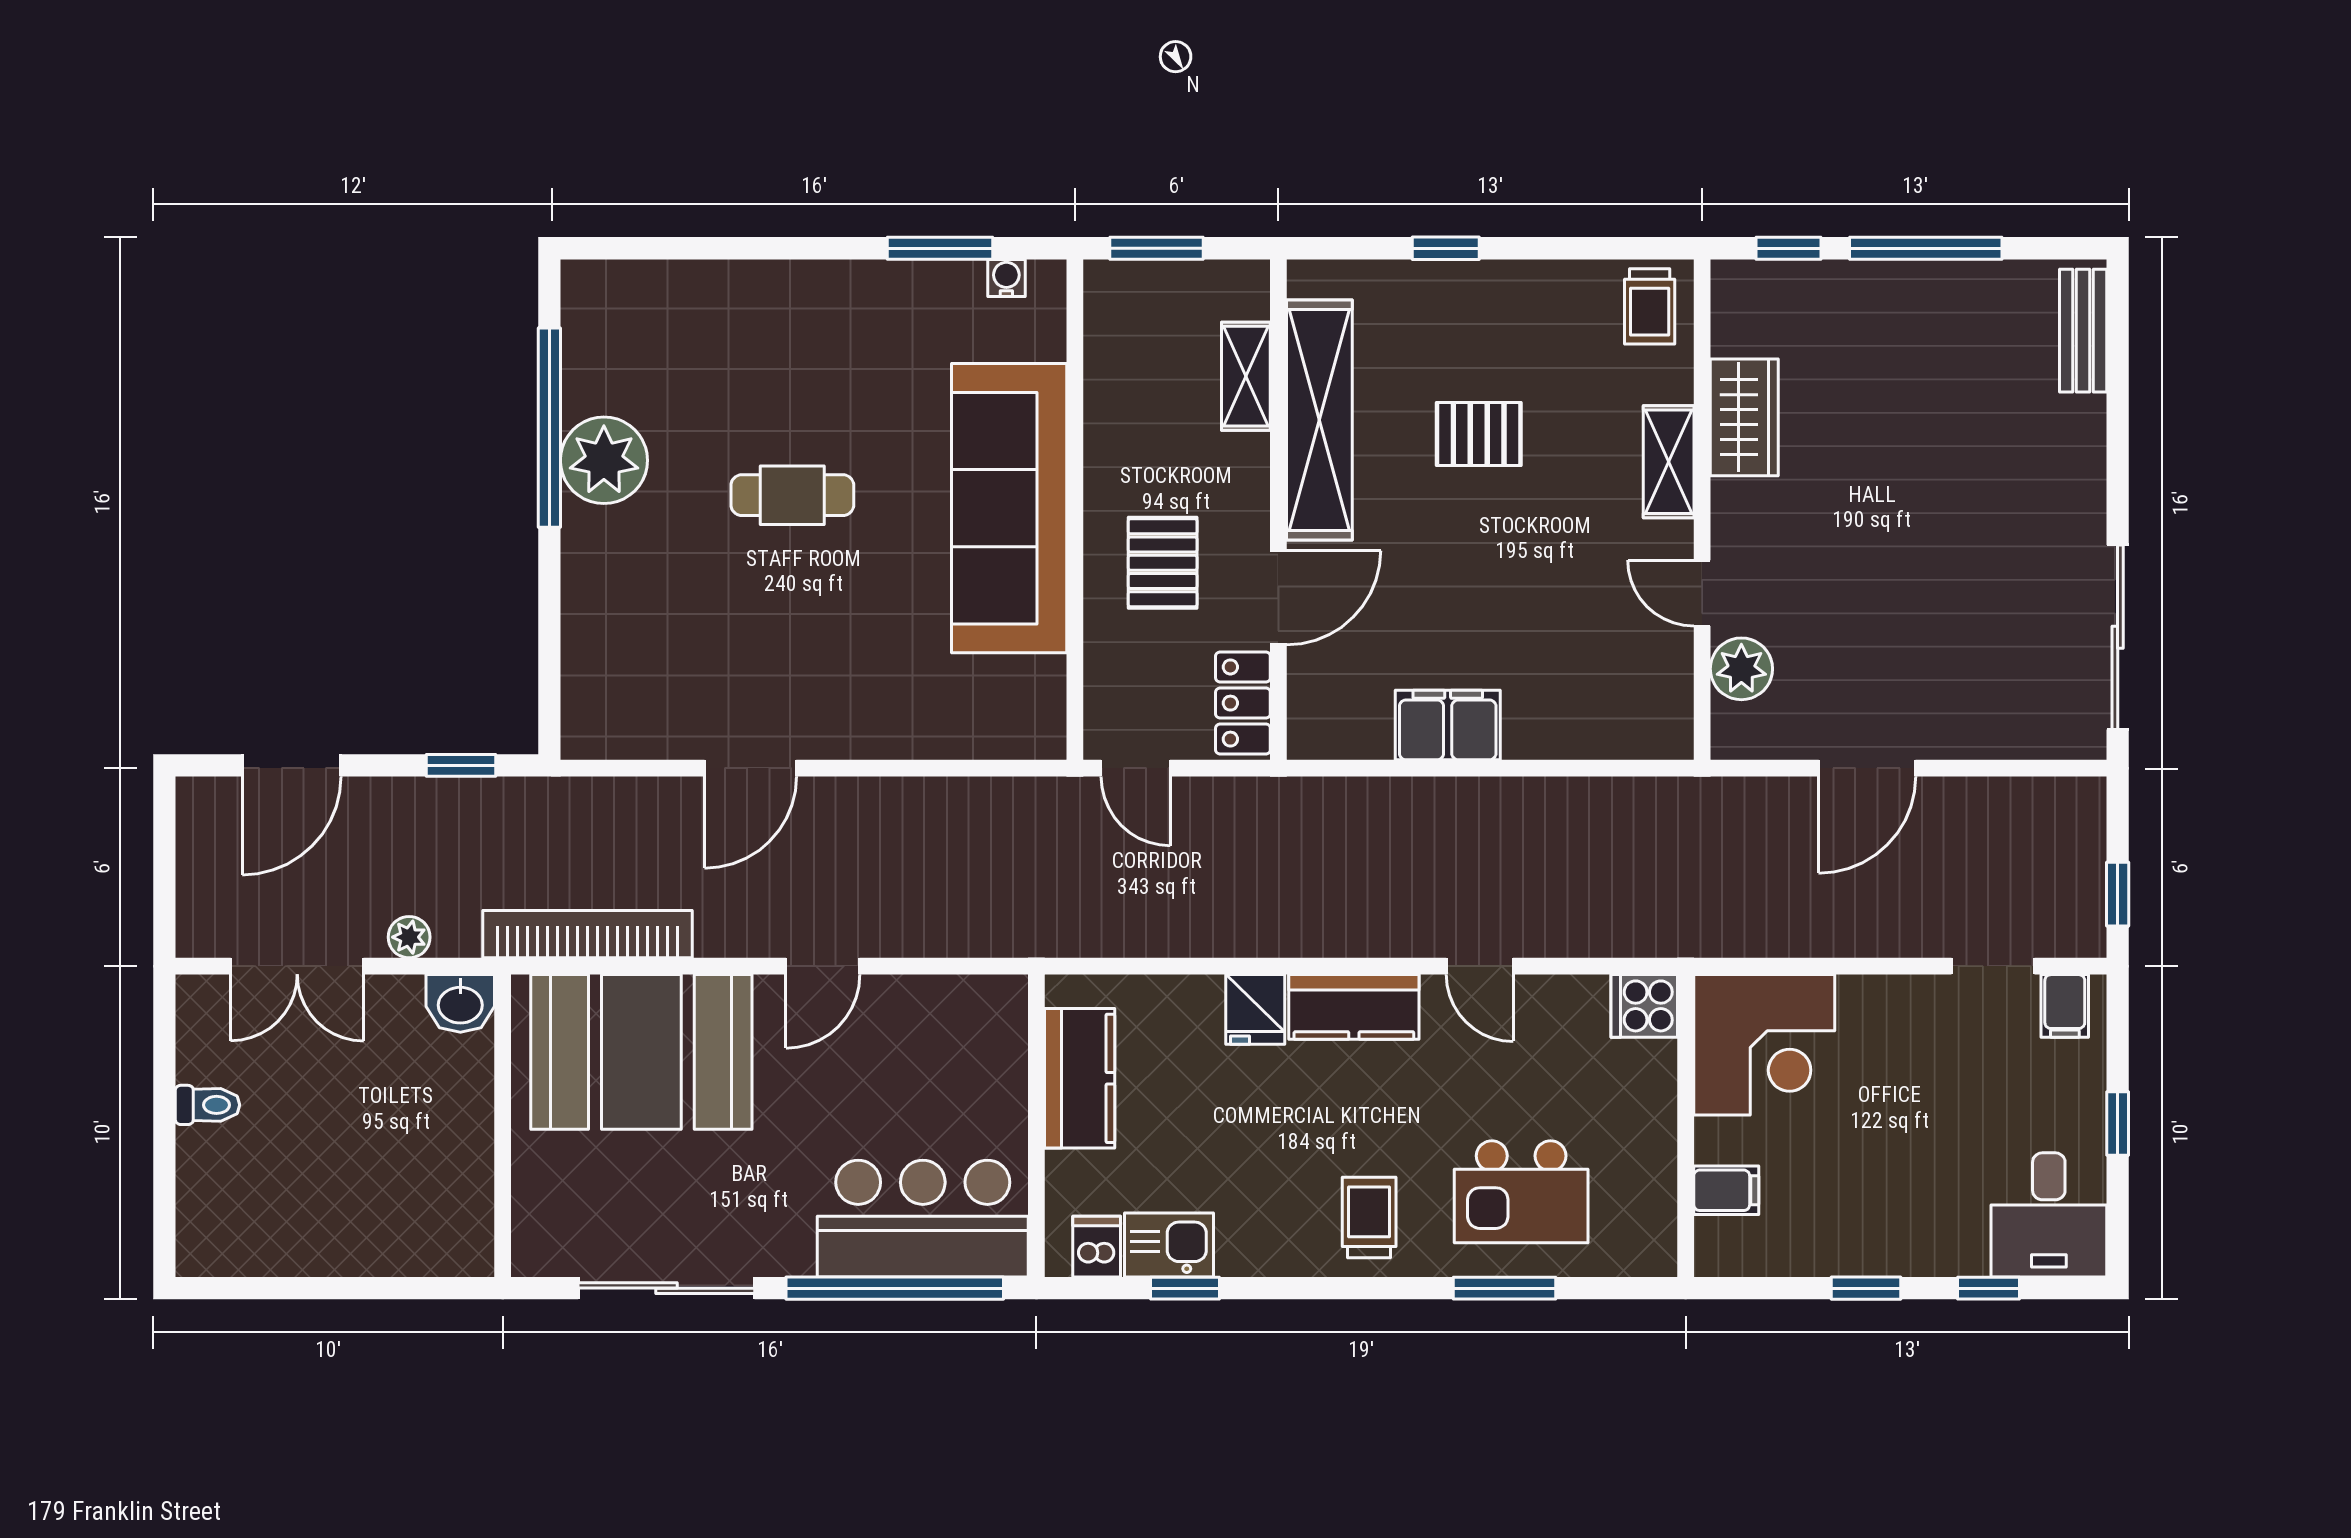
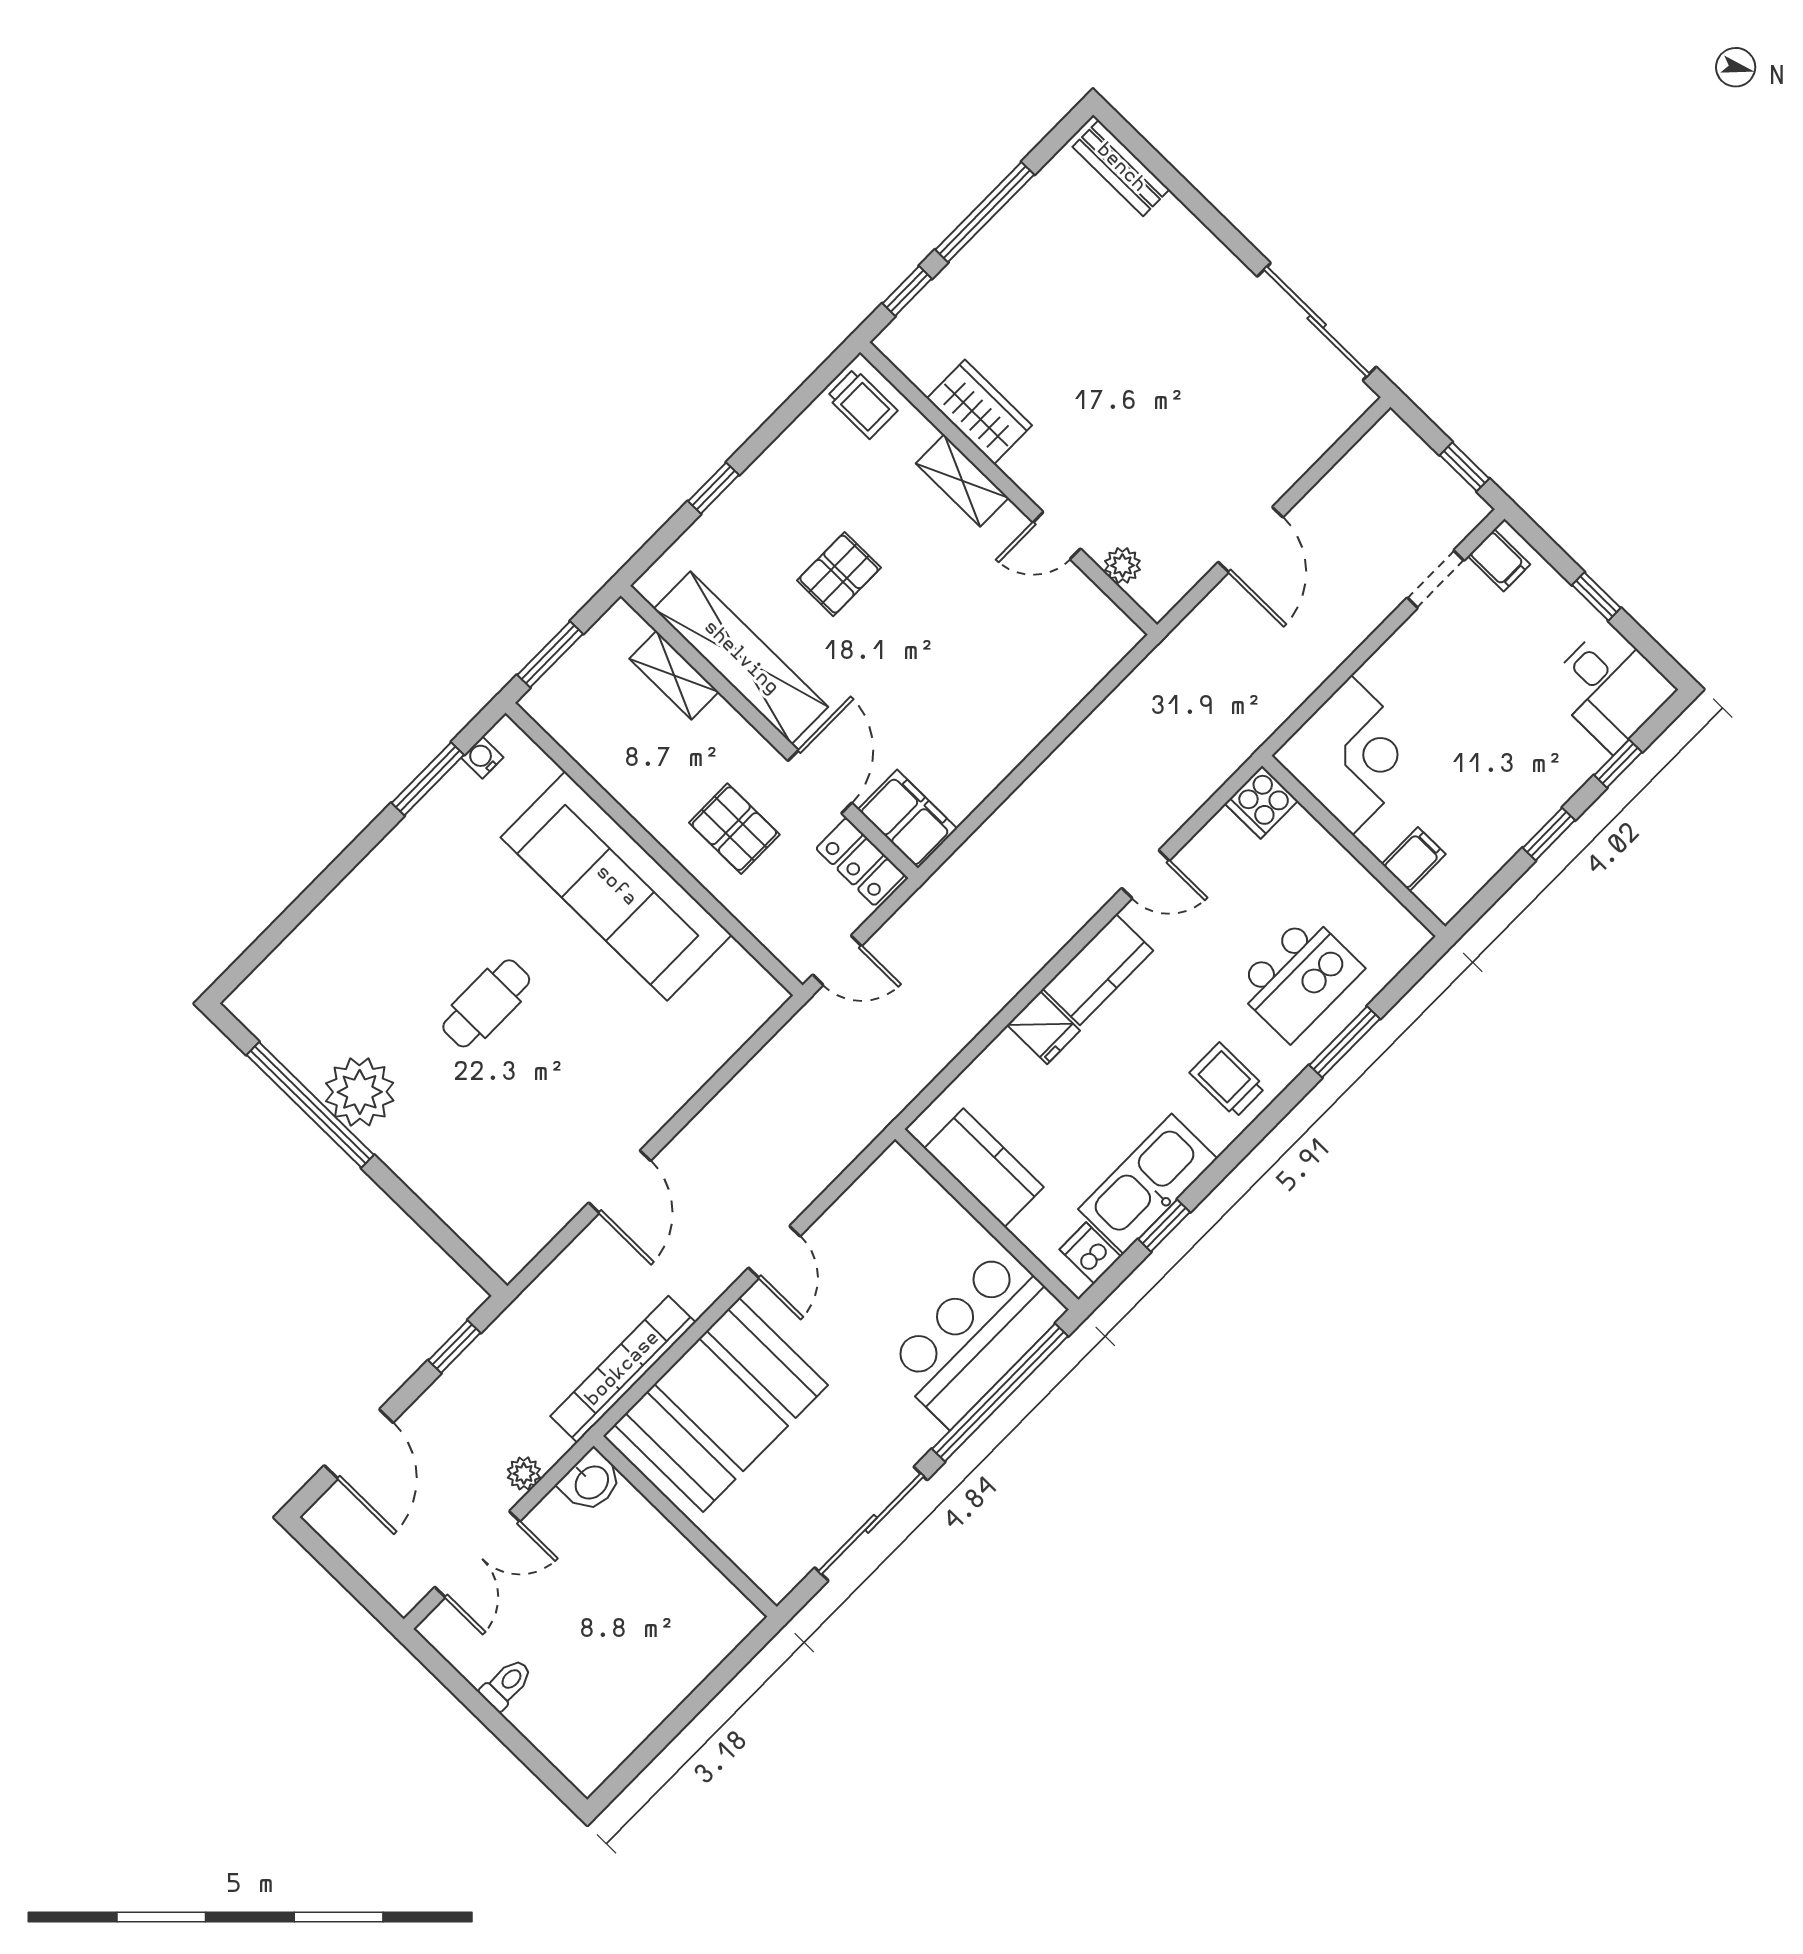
plant: (1741, 669) -> (1122, 565), width x0.73, depth x0.73
filing cabinet: (1448, 725) -> (907, 819), moved, turned 90
kitchen sink: (1169, 1245) -> (1148, 1184), width x1.88, depth x1.24

